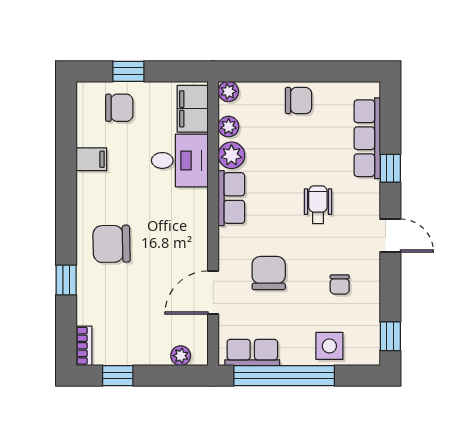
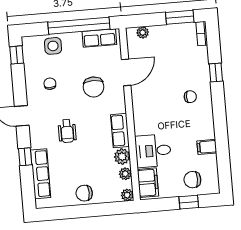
chair: (111, 244) -> (190, 97), width x0.54, depth x0.54
window: (118, 376) -> (180, 17), width x1.50

